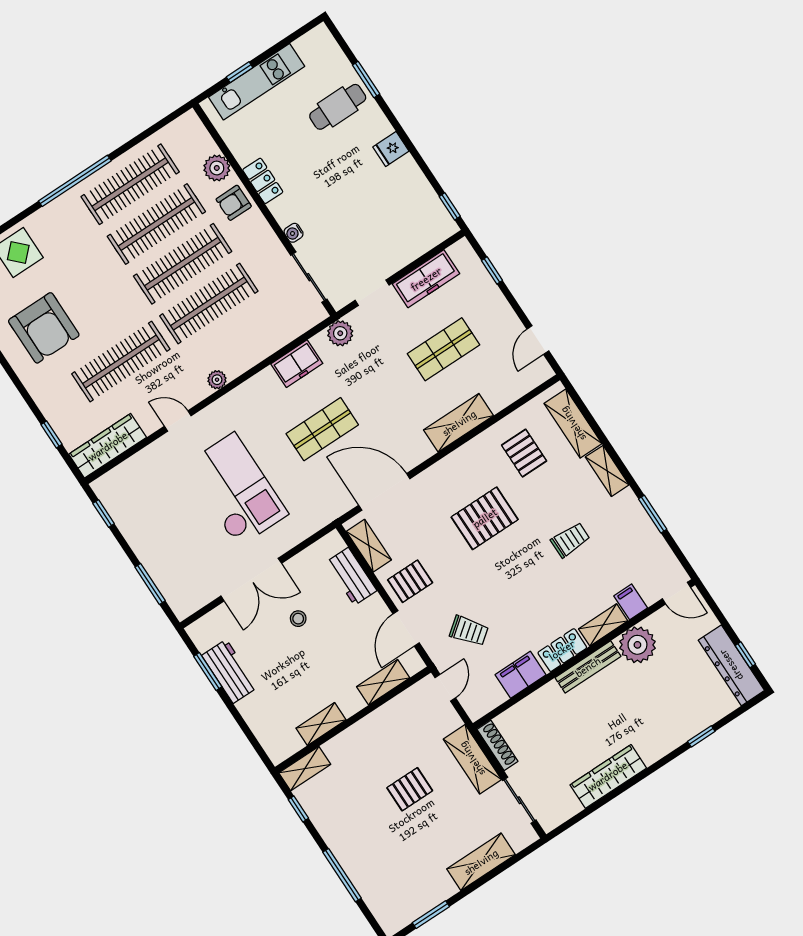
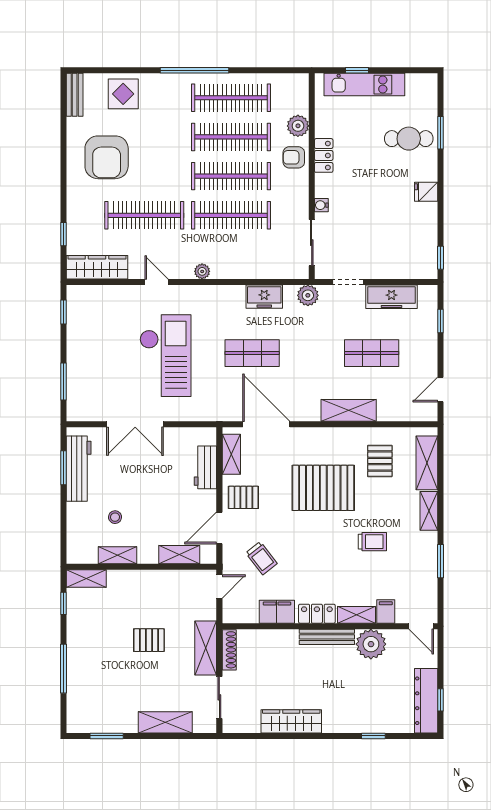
pallet: (485, 518) -> (323, 488), width x1.37, depth x1.41
stool: (298, 619) -> (115, 517), moved
workbench: (230, 671) -> (79, 469), width x1.37

